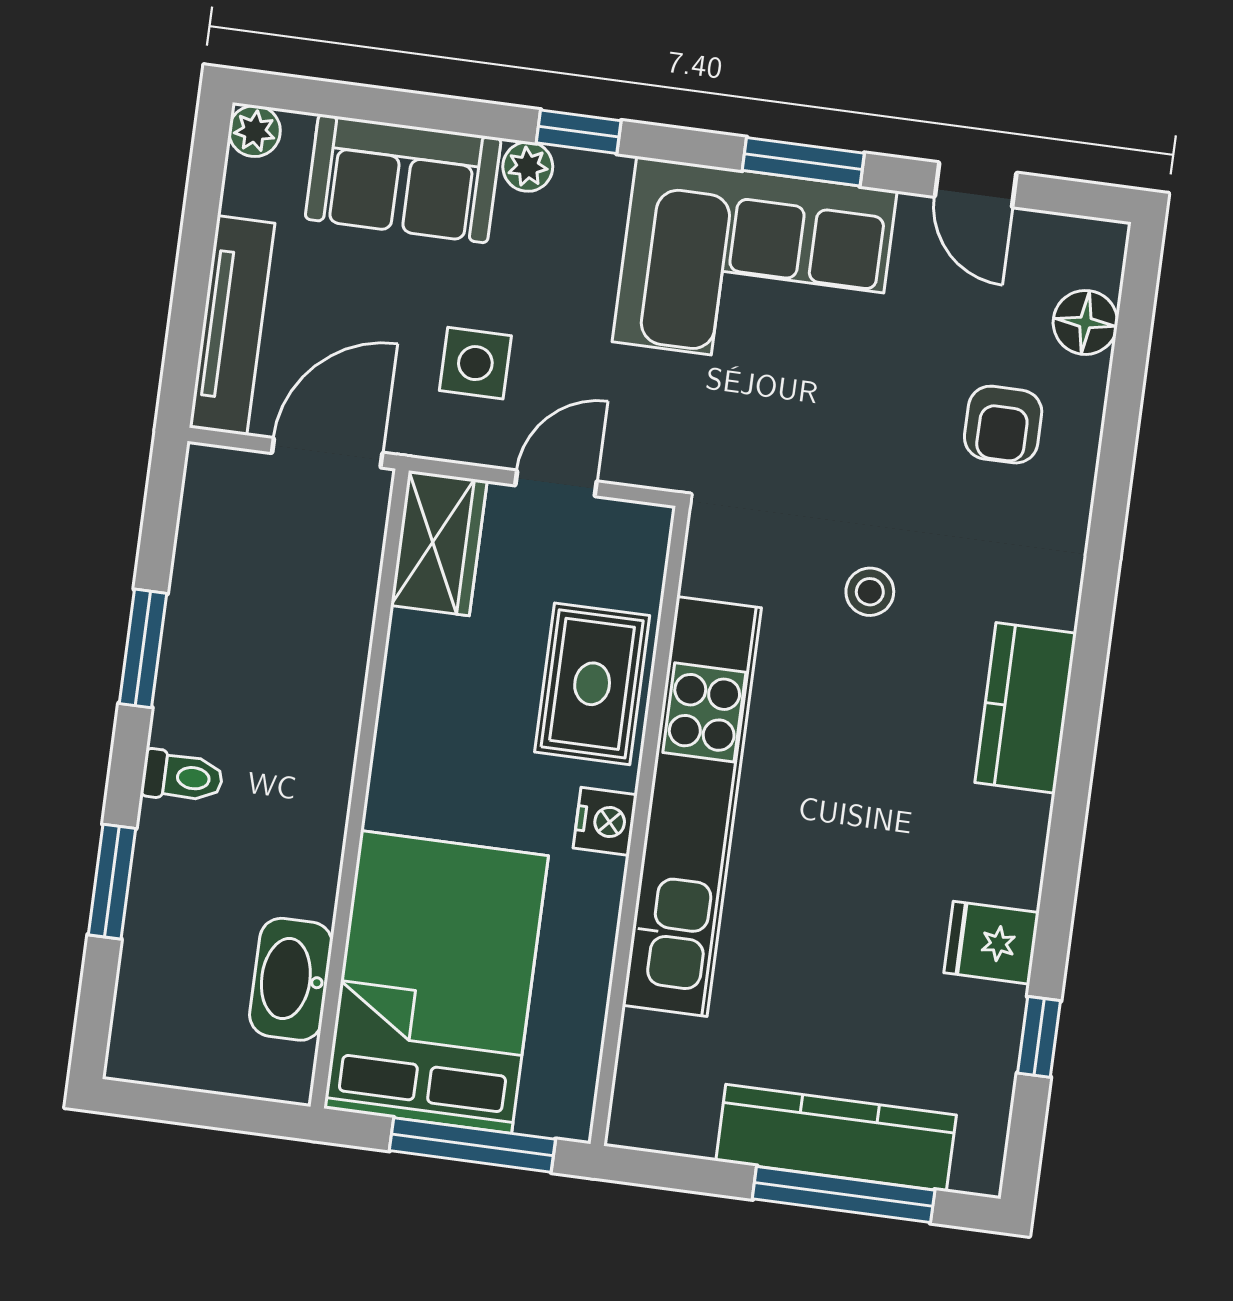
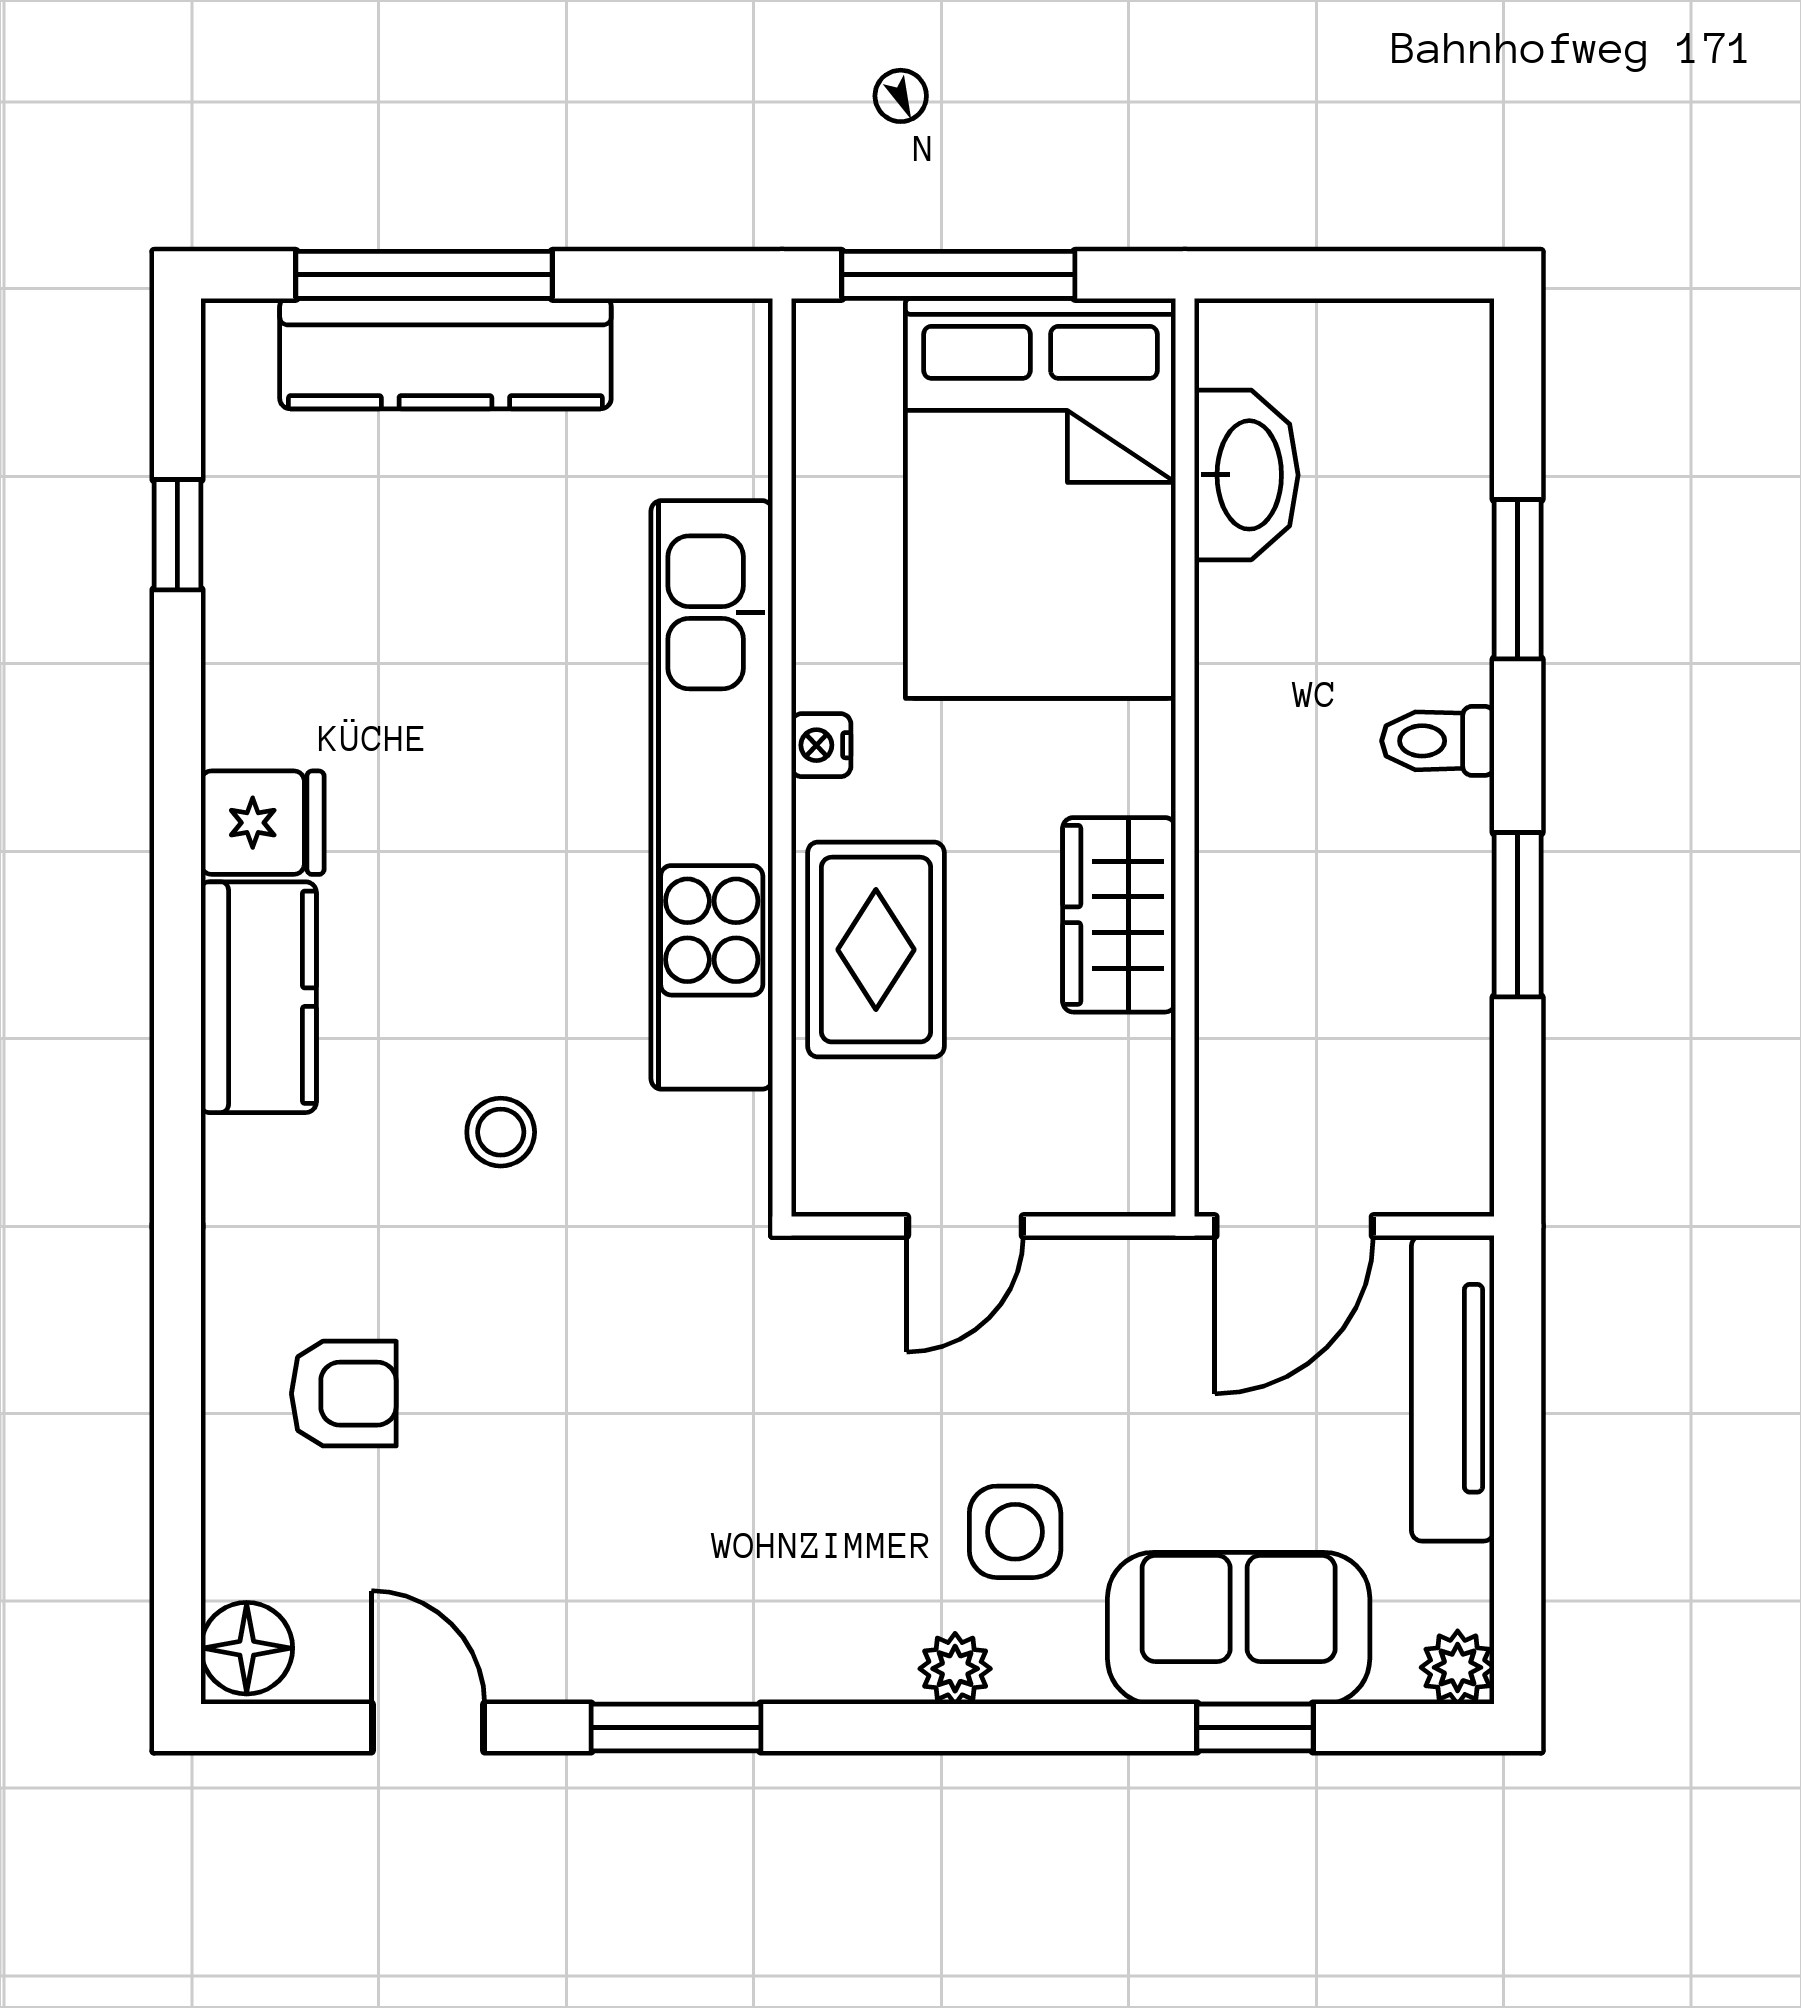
window: (579, 132) -> (1255, 1727), moved
plant: (528, 167) -> (955, 1669), moved
corner sofa: (755, 266) -> (725, 1570), removed
floor lamp: (1085, 322) -> (247, 1648), moved
side table: (475, 363) -> (1015, 1532), moved
armchair: (1003, 425) -> (344, 1394), turned 90
wardrobe: (439, 543) -> (1119, 915), moved
nightstand: (605, 821) -> (821, 745), width x0.72, depth x0.74
fridge: (991, 943) -> (263, 823), moved

